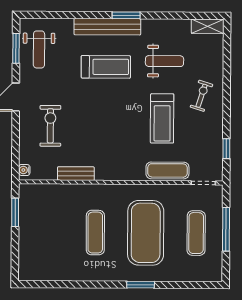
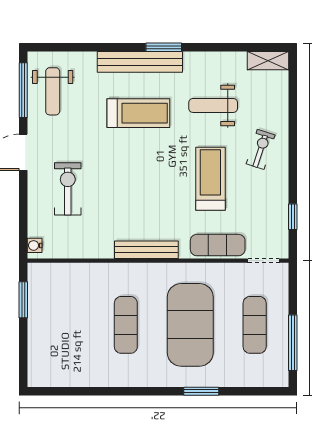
window: (16, 48) -> (23, 90), width x1.44
weight bench: (164, 61) -> (213, 105), turned 180
treadmill: (162, 118) -> (210, 179), turned 180
bench: (76, 174) -> (146, 250), moved, width x1.36
window: (226, 229) -> (293, 343), moved
window: (141, 285) -> (201, 391), moved

